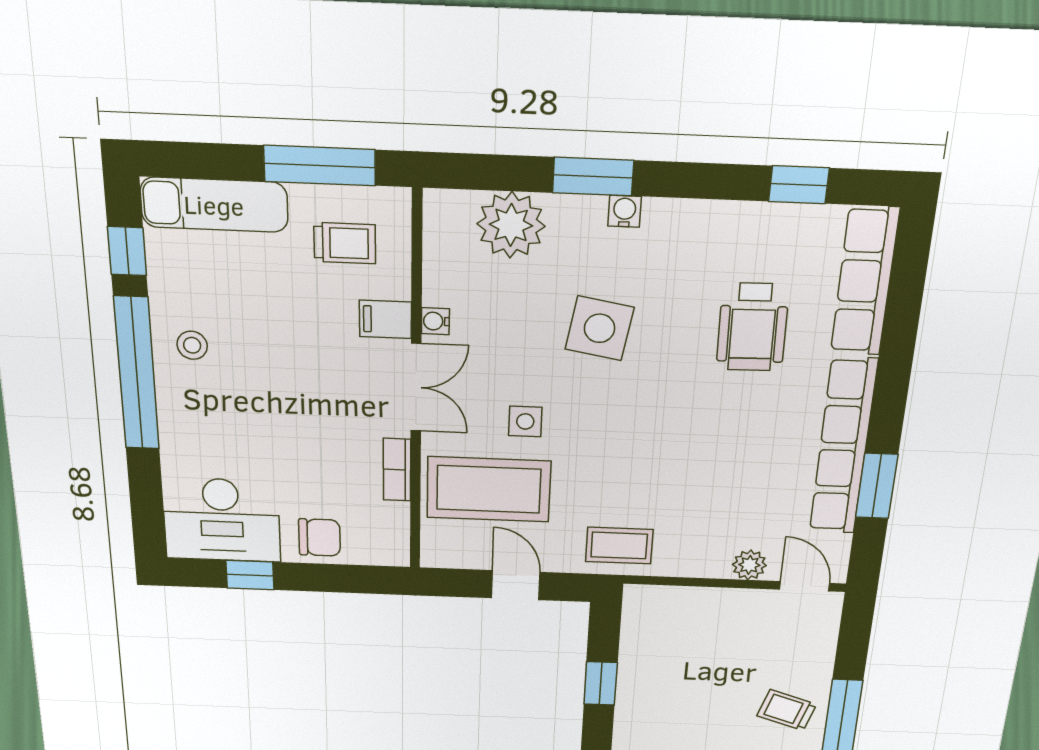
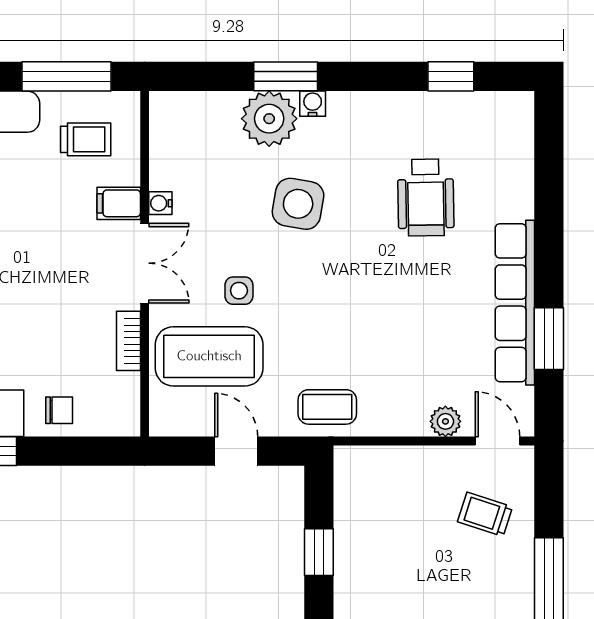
plant: (511, 225) -> (269, 119), moved
row of seats: (865, 281) -> (514, 154), removed
chair: (319, 537) -> (59, 410), width x0.73, depth x0.73
trolley: (787, 710) -> (485, 514), moved

